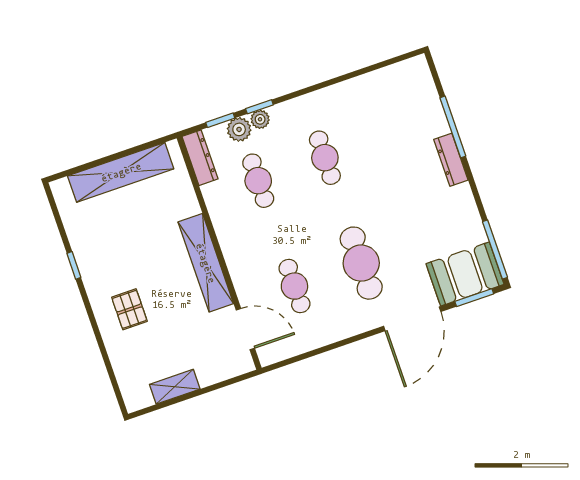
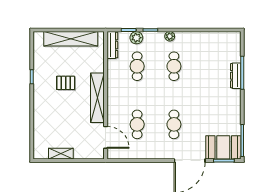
plant: (260, 119) -> (170, 36), moved
dresser: (451, 160) -> (236, 76), moved
cafe table: (361, 263) -> (174, 124), width x0.73, depth x0.74
pallet: (129, 309) -> (66, 83), moved, turned 90

